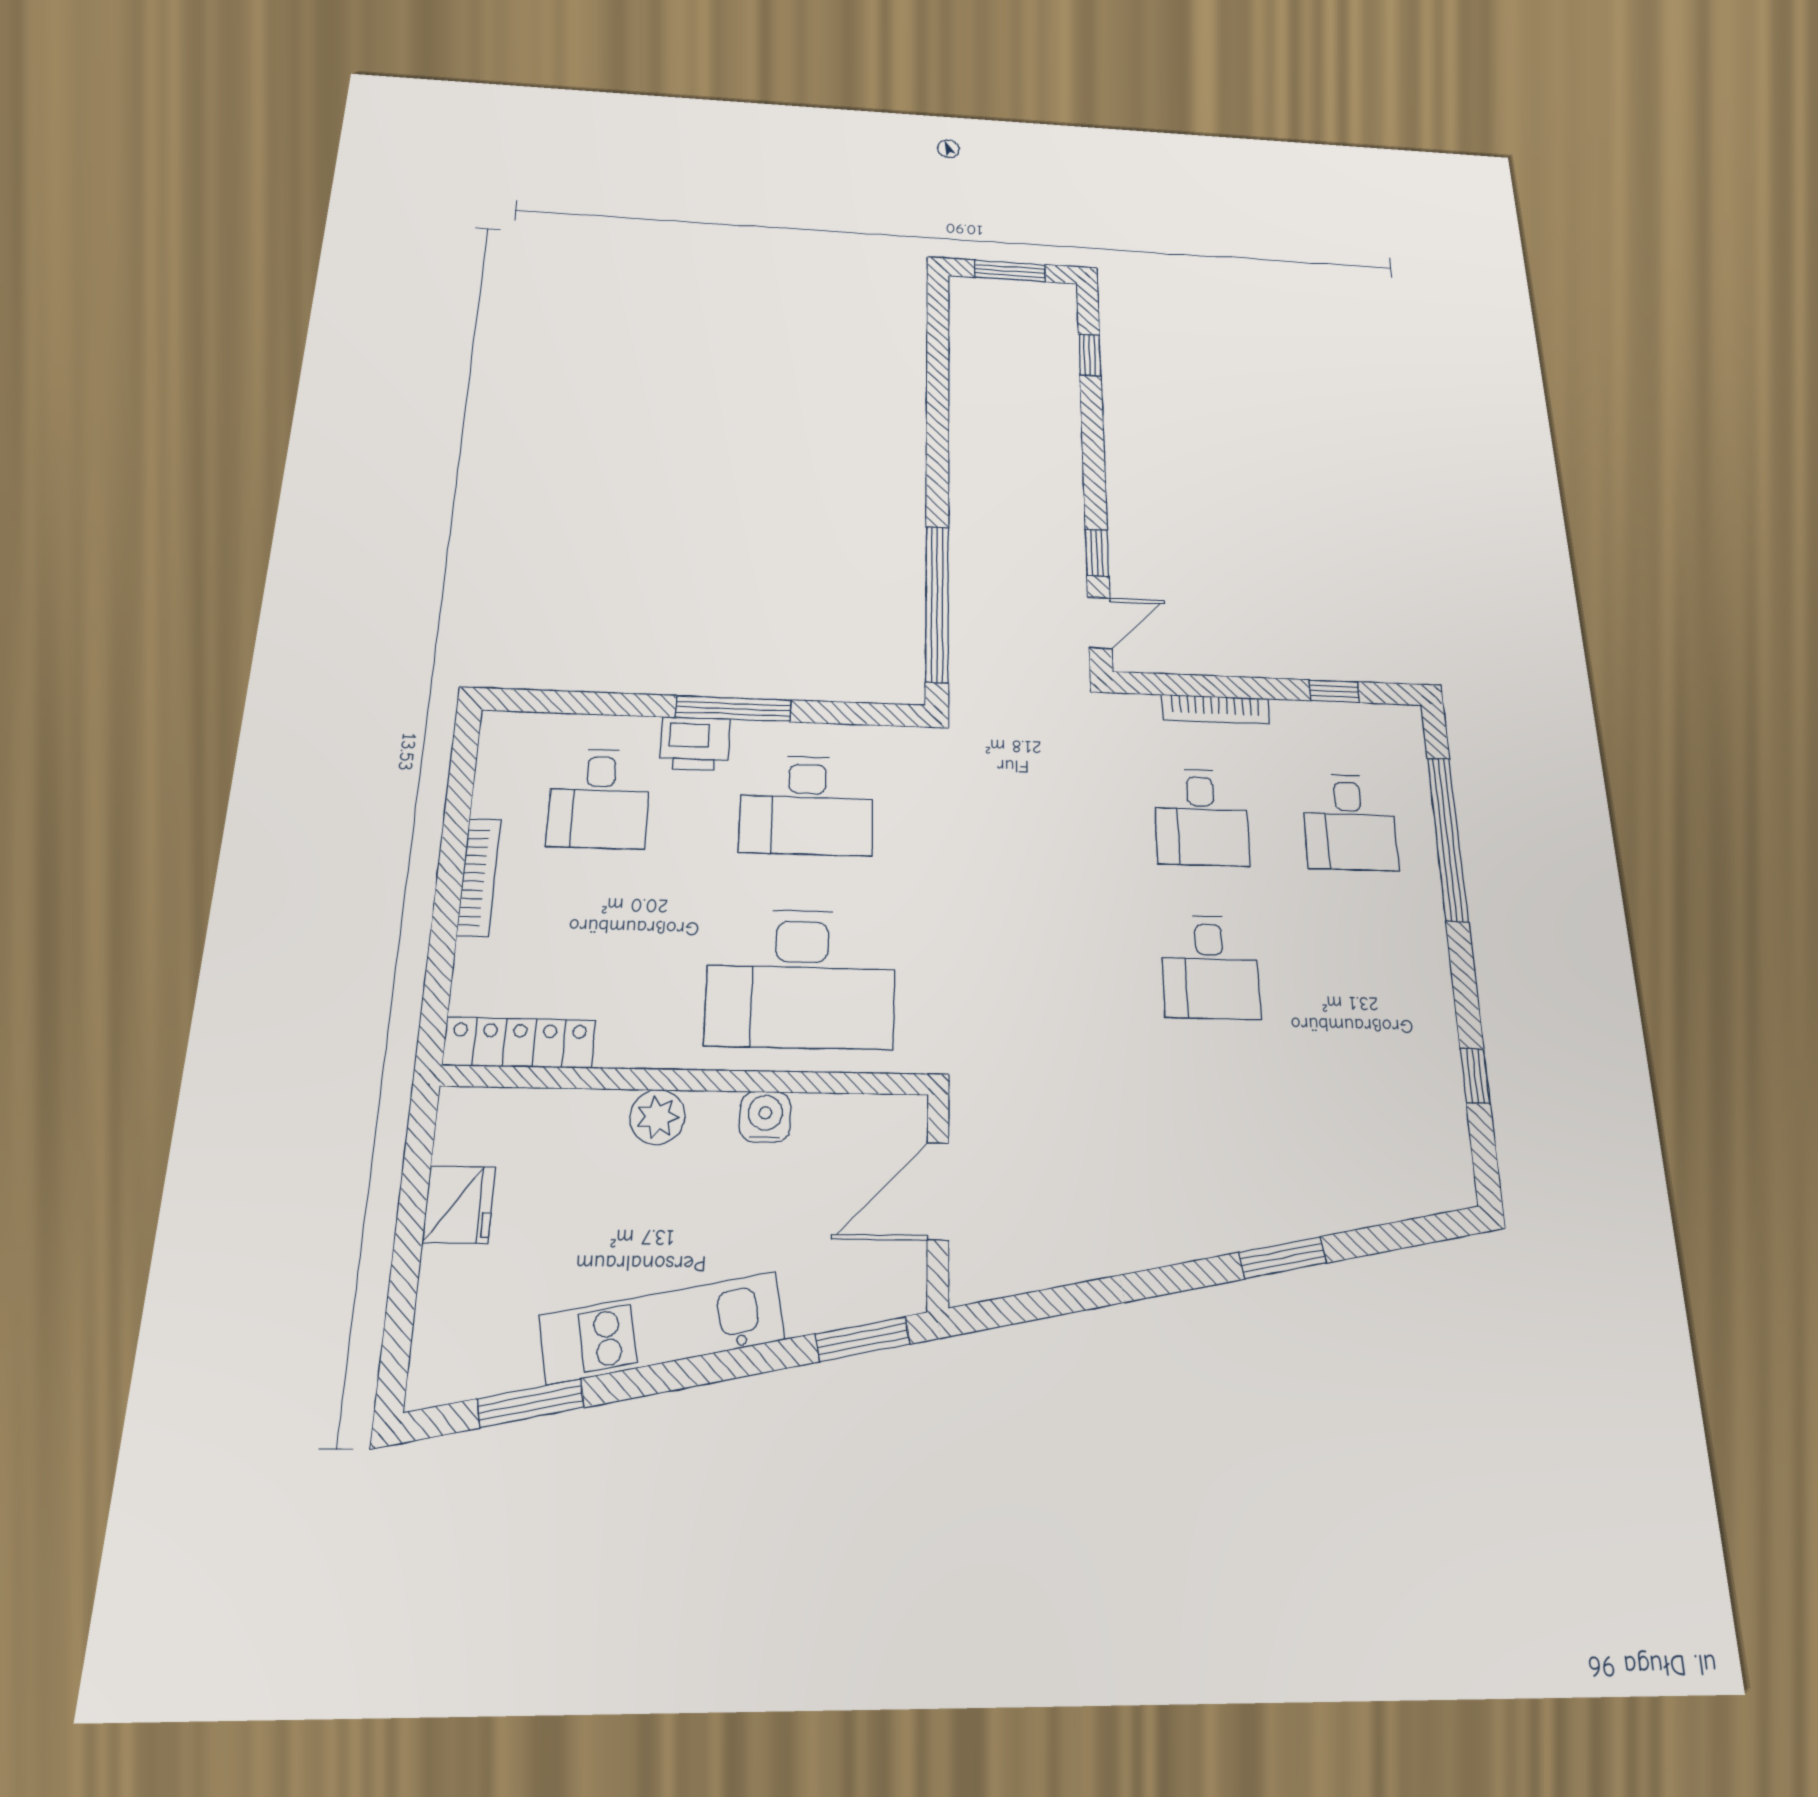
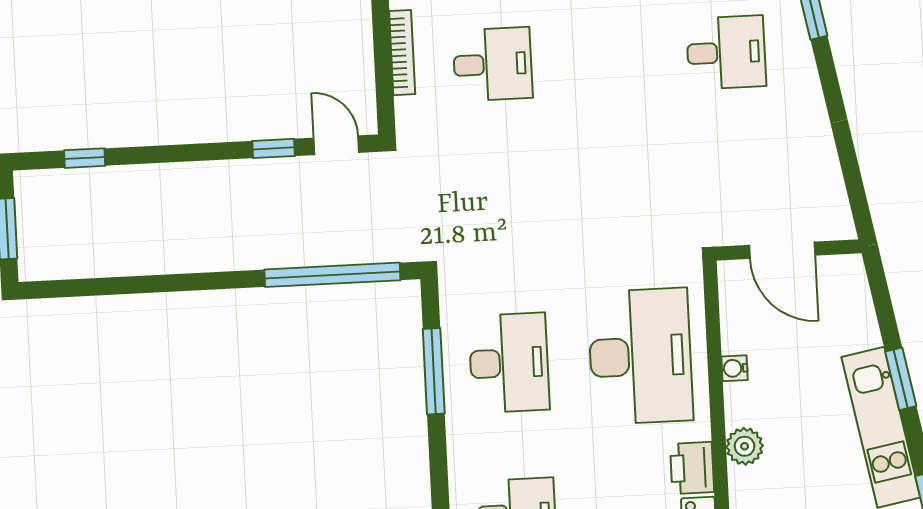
window: (734, 709) -> (434, 371), moved
printer: (695, 744) -> (692, 468), moved, turned 180
desk: (1210, 967) -> (726, 52), moved
water cooler: (765, 1117) -> (735, 368), width x0.72, depth x0.72
window: (863, 1339) -> (901, 379), moved

